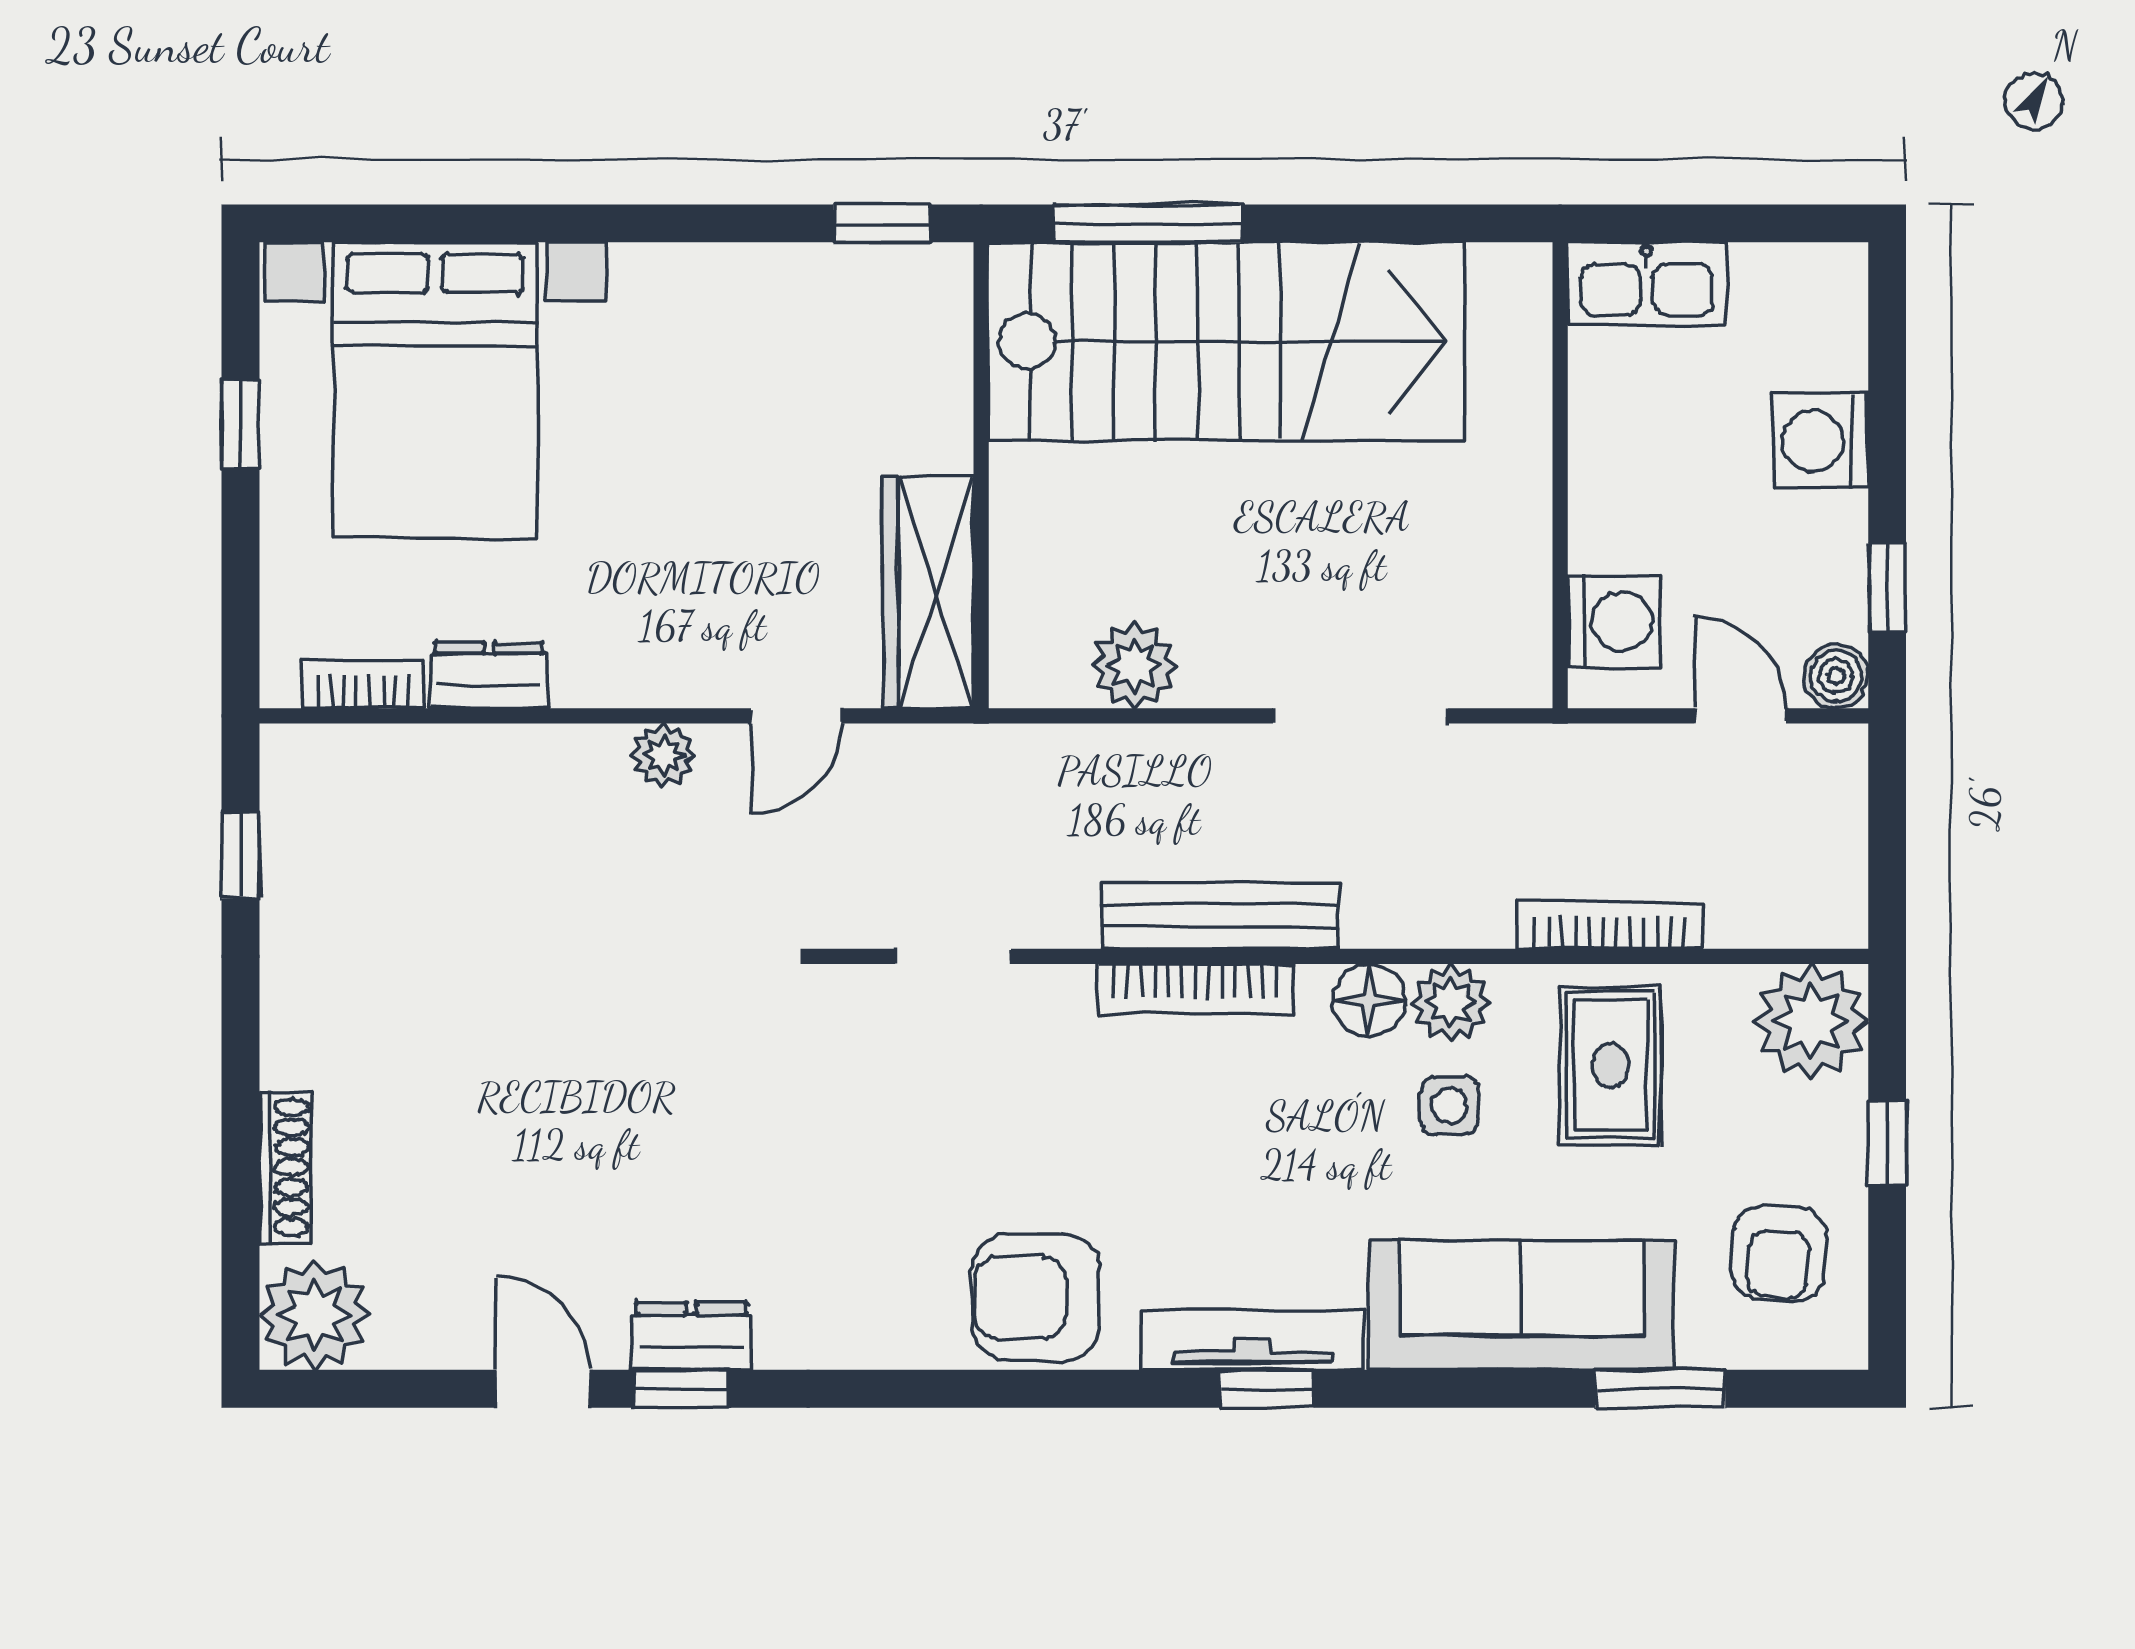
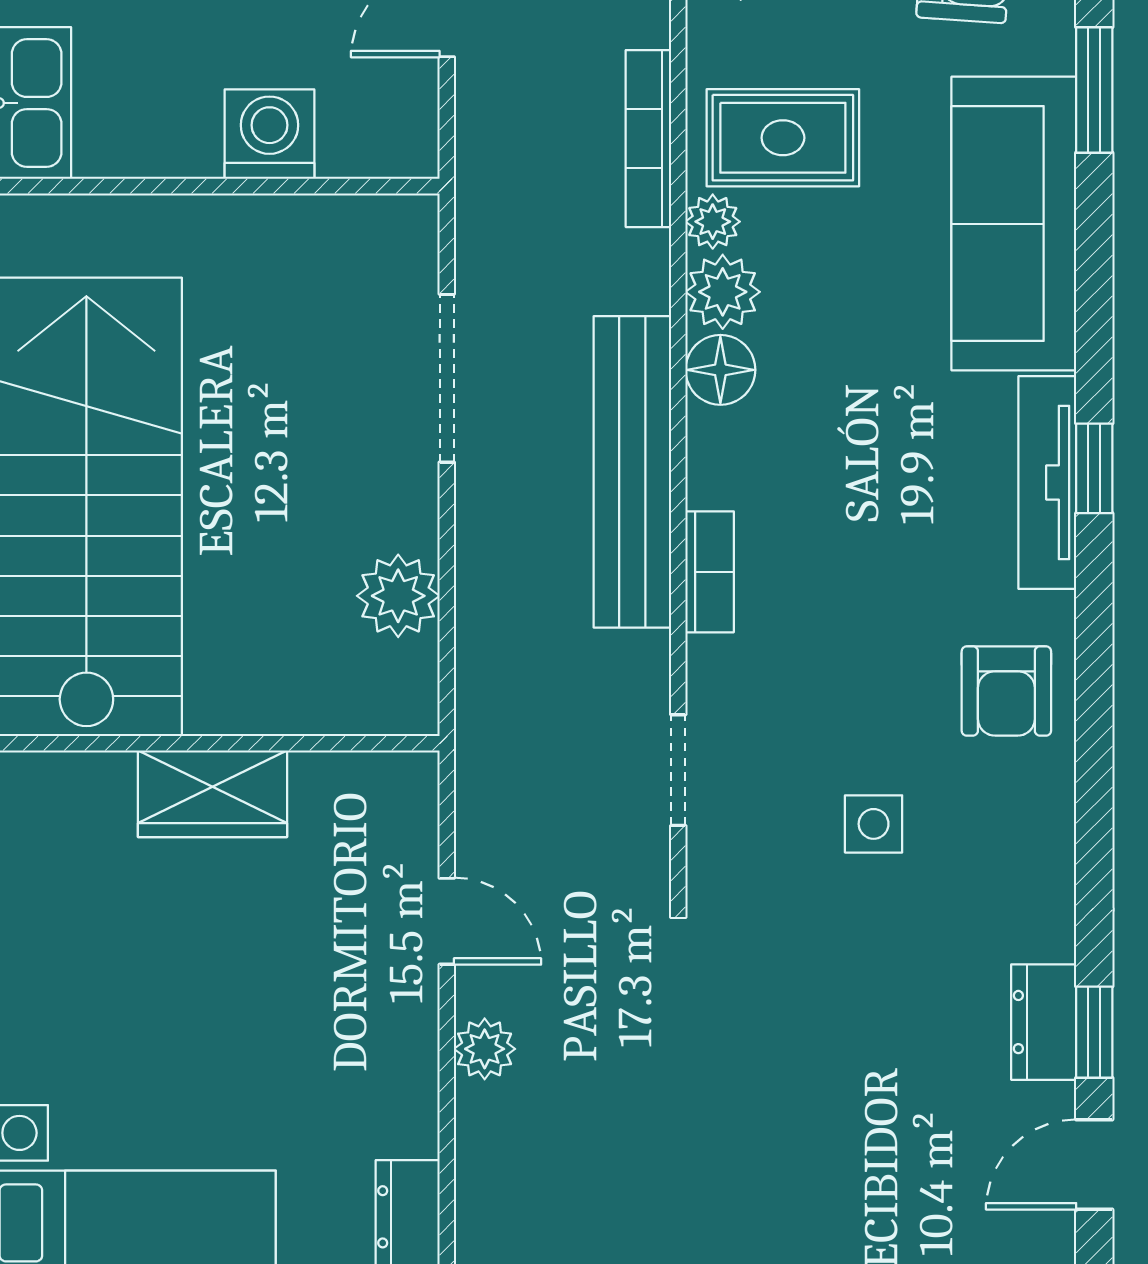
wardrobe: (929, 592) -> (213, 794), moved, width x0.67
washing machine: (1614, 621) -> (269, 134), moved
bench: (1220, 916) -> (632, 472), width x1.37, depth x1.21
bookcase: (1195, 989) -> (710, 572), width x0.64
plant: (1523, 992) -> (713, 222), added
side table: (1449, 1105) -> (874, 824), moved
armchair: (1035, 1297) -> (1006, 691), width x0.72, depth x0.72

